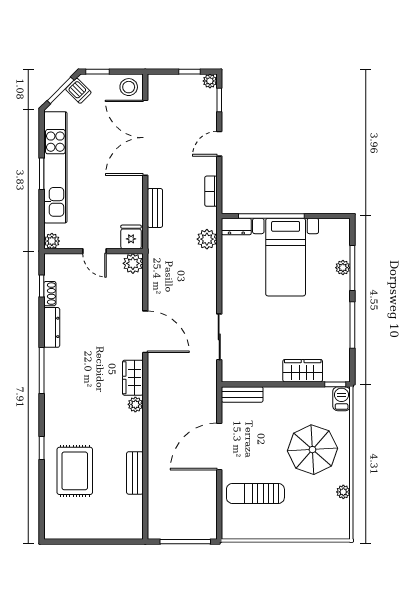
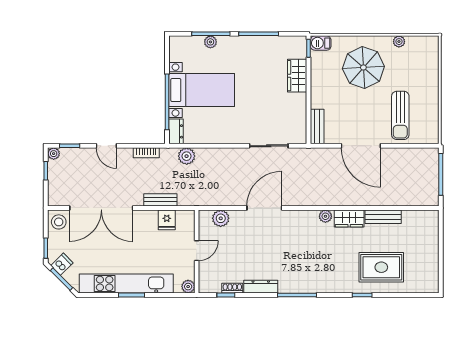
fridge: (131, 237) -> (167, 220), moved, turned -90
plant: (133, 263) -> (221, 218), moved
wardrobe: (133, 378) -> (349, 218), moved

